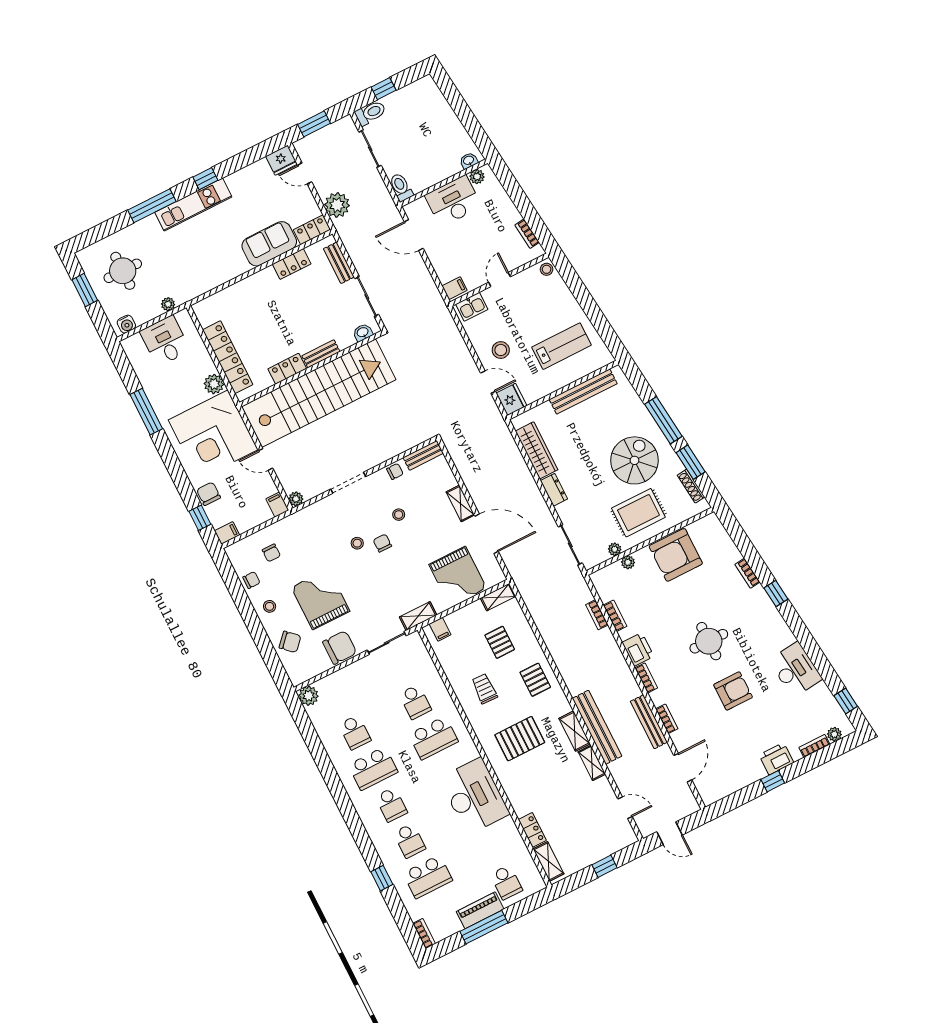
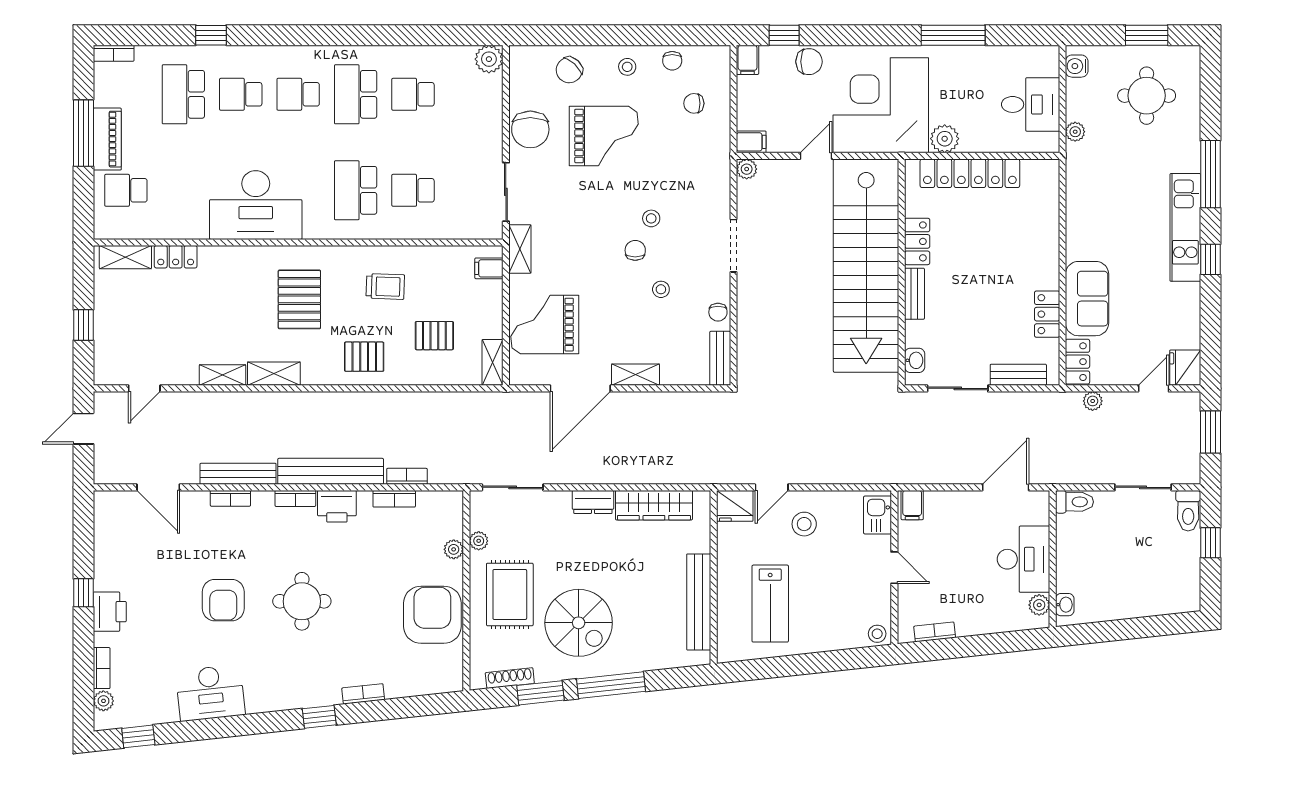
plant: (337, 205) -> (1093, 401), width x0.53, depth x0.53
chair: (382, 543) -> (635, 250), turned -90
bench: (597, 727) -> (331, 471), moved

